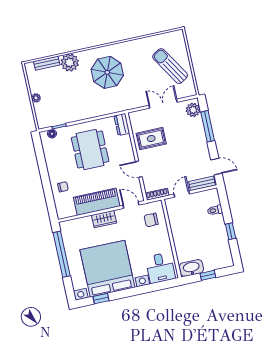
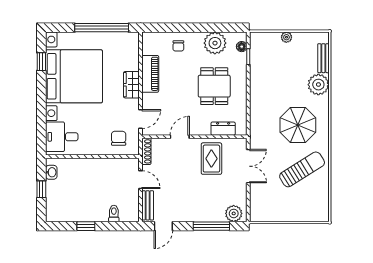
sun lounger: (170, 66) -> (302, 169), moved
double door: (163, 104) -> (248, 166), moved
dresser: (122, 124) -> (223, 129), moved
dining table: (90, 149) -> (214, 86), width x0.73
plant: (54, 157) -> (215, 43), added
piano: (97, 202) -> (150, 74), width x0.73, depth x0.75
washbasin: (191, 268) -> (51, 172), width x0.52, depth x0.69

